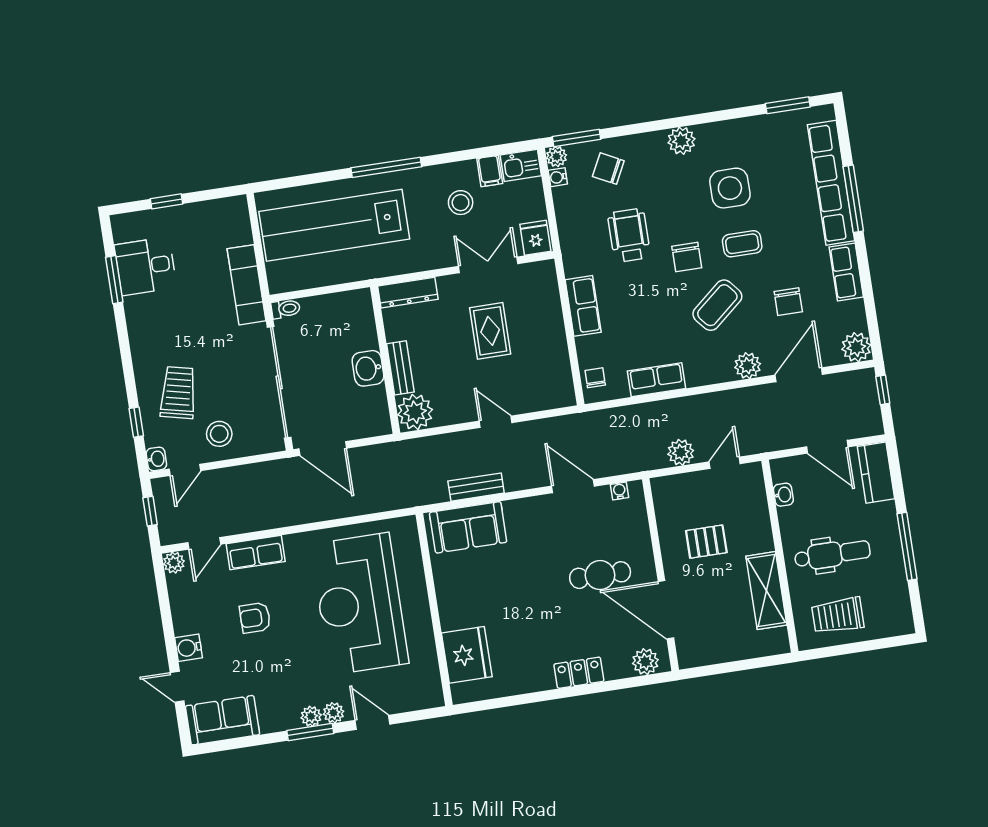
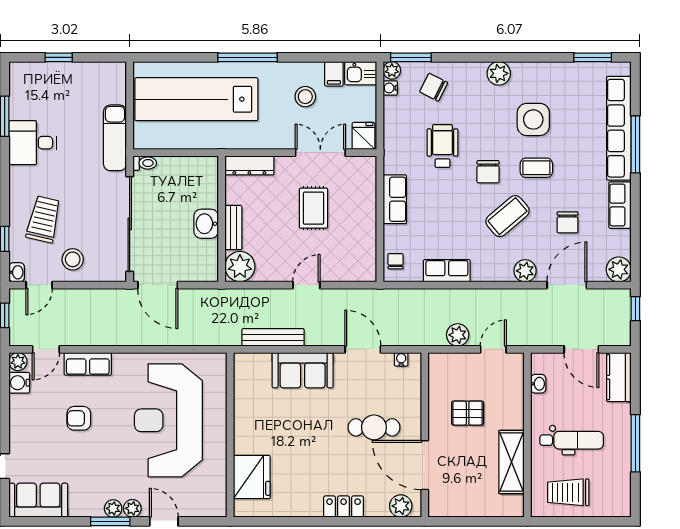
desk: (145, 266) -> (33, 143), moved
door: (496, 422) -> (306, 285), hinge flipped
bench: (476, 487) -> (273, 337), width x1.36
sofa: (468, 527) -> (303, 370), moved
water cooler: (189, 648) -> (19, 383), moved

